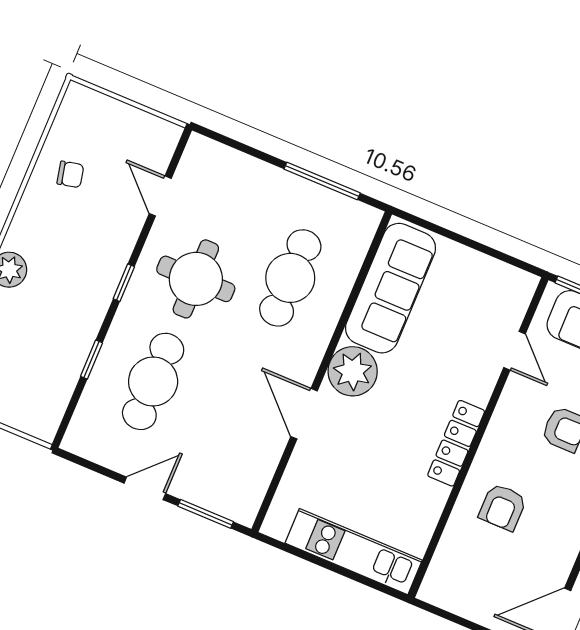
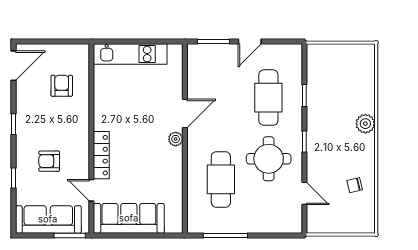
sofa: (391, 288) -> (129, 218), moved, turned 90
plant: (353, 371) -> (176, 139), width x0.53, depth x0.53
door: (304, 414) -> (185, 113), hinge flipped
locker: (456, 443) -> (101, 155), moved
armchair: (503, 507) -> (62, 86), moved

